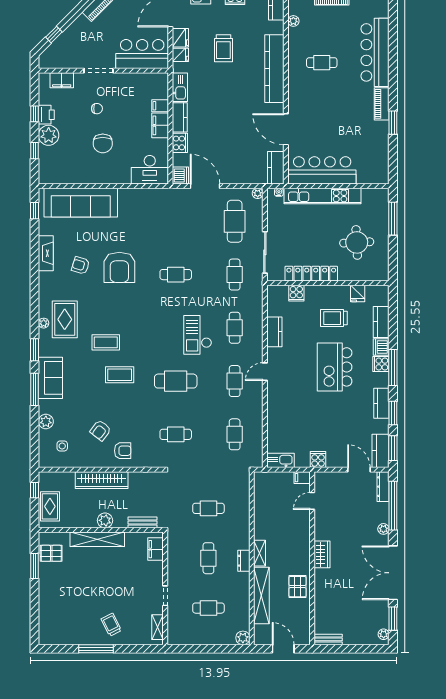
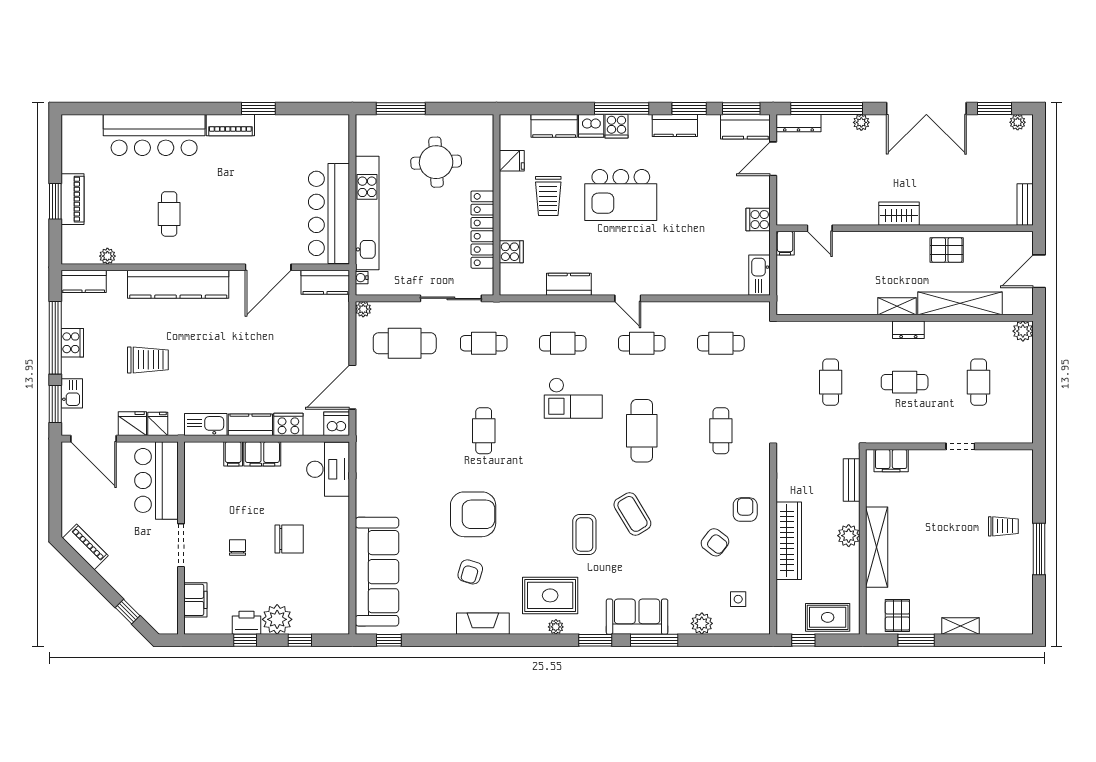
fireplace: (46, 253) -> (483, 624), moved
coffee table: (120, 375) -> (632, 514), turned -31
trolley: (111, 625) -> (1003, 526), turned -153
shelving: (158, 627) -> (961, 626), moved

